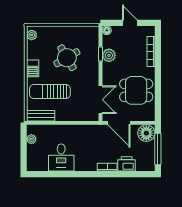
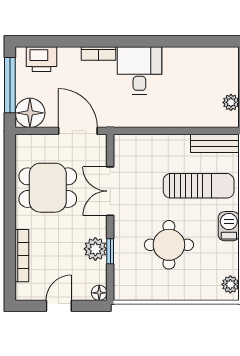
door: (130, 23) -> (59, 306), swing flipped
round table: (67, 58) -> (169, 245), turned 30
double door: (100, 100) -> (110, 191), moved
desk: (61, 157) -> (139, 70), moved
printer: (127, 164) -> (41, 59), moved

